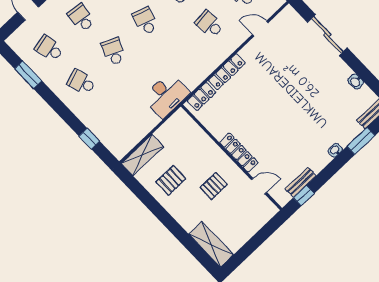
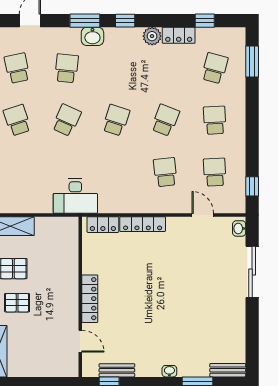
washbasin: (356, 81) -> (239, 228), moved
pallet: (214, 186) -> (17, 303), moved

